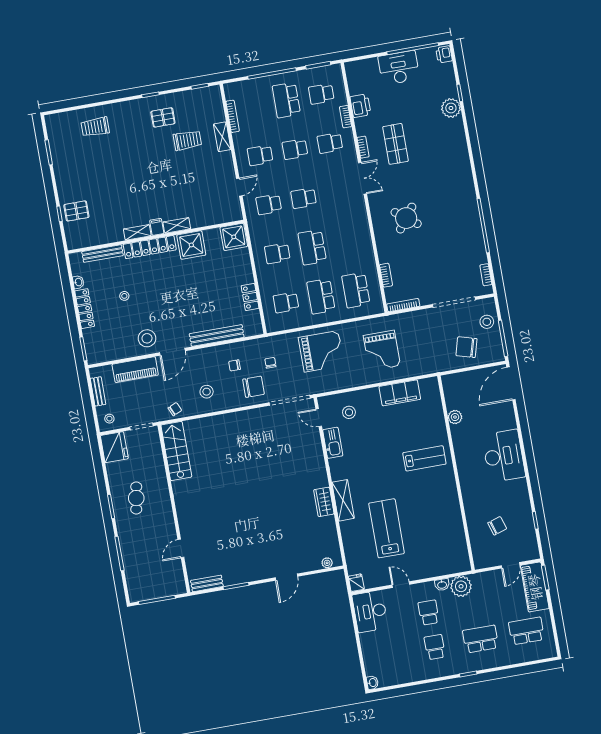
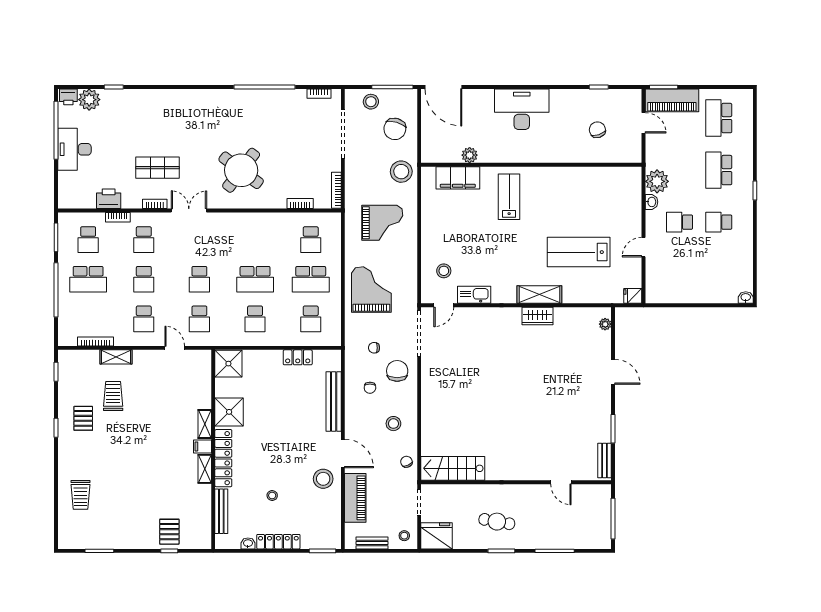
plant: (451, 108) -> (89, 100), moved
round table: (406, 218) -> (241, 170), width x1.36, depth x1.36
school desk: (356, 290) -> (311, 240), width x0.54
stool: (430, 359) -> (401, 172), added
filing cabinet: (400, 393) -> (458, 178), moved, turned 90
desk: (370, 611) -> (667, 286), removed

